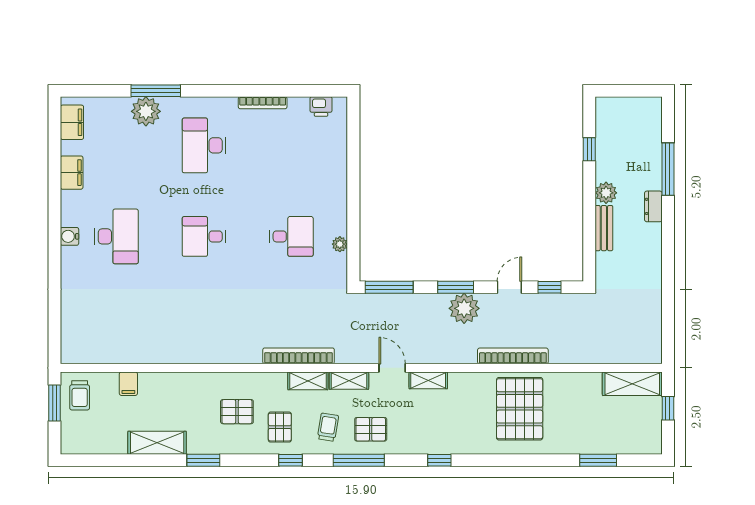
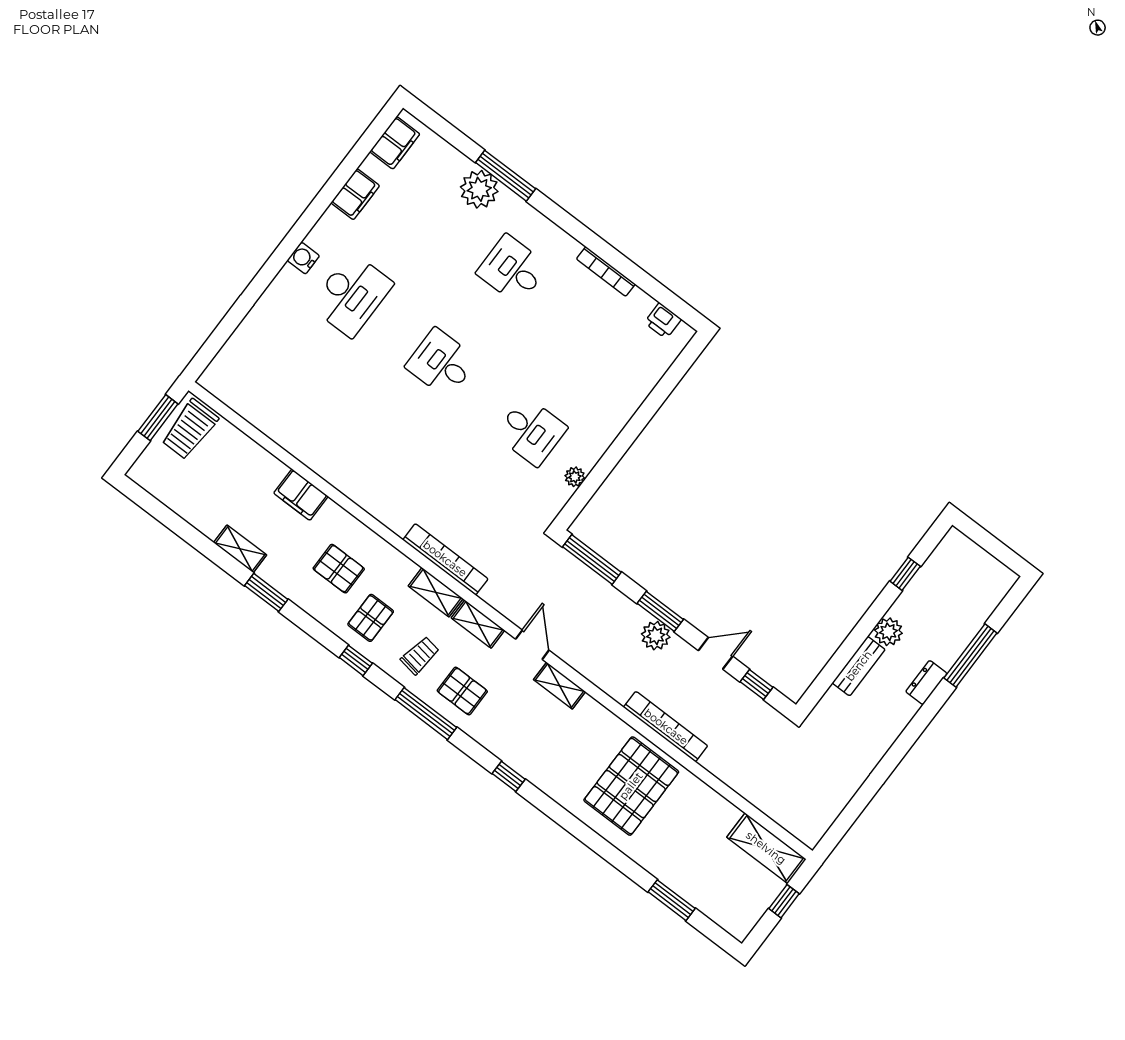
desk: (204, 145) -> (512, 269), width x0.73
plant: (464, 308) -> (656, 636), width x0.73, depth x0.73
filing cabinet: (128, 384) -> (301, 495), moved, width x2.00
trolley: (80, 395) -> (190, 429), width x1.36, depth x1.39
shelving: (157, 443) -> (240, 549), width x0.67, depth x0.75

